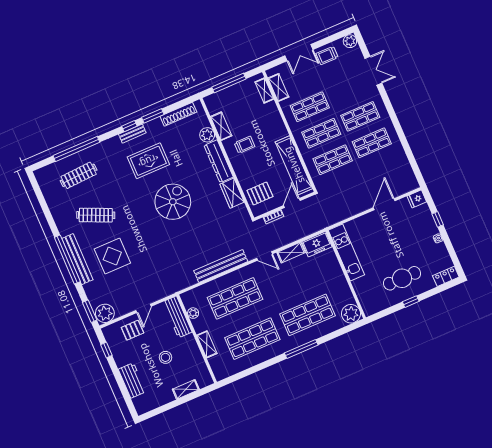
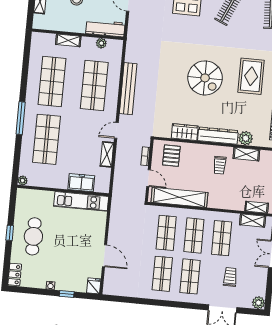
trolley: (327, 55) -> (230, 277), moved
freezer: (317, 244) -> (81, 183), moved, turned 90
plant: (351, 314) -> (23, 180), width x0.53, depth x0.53

